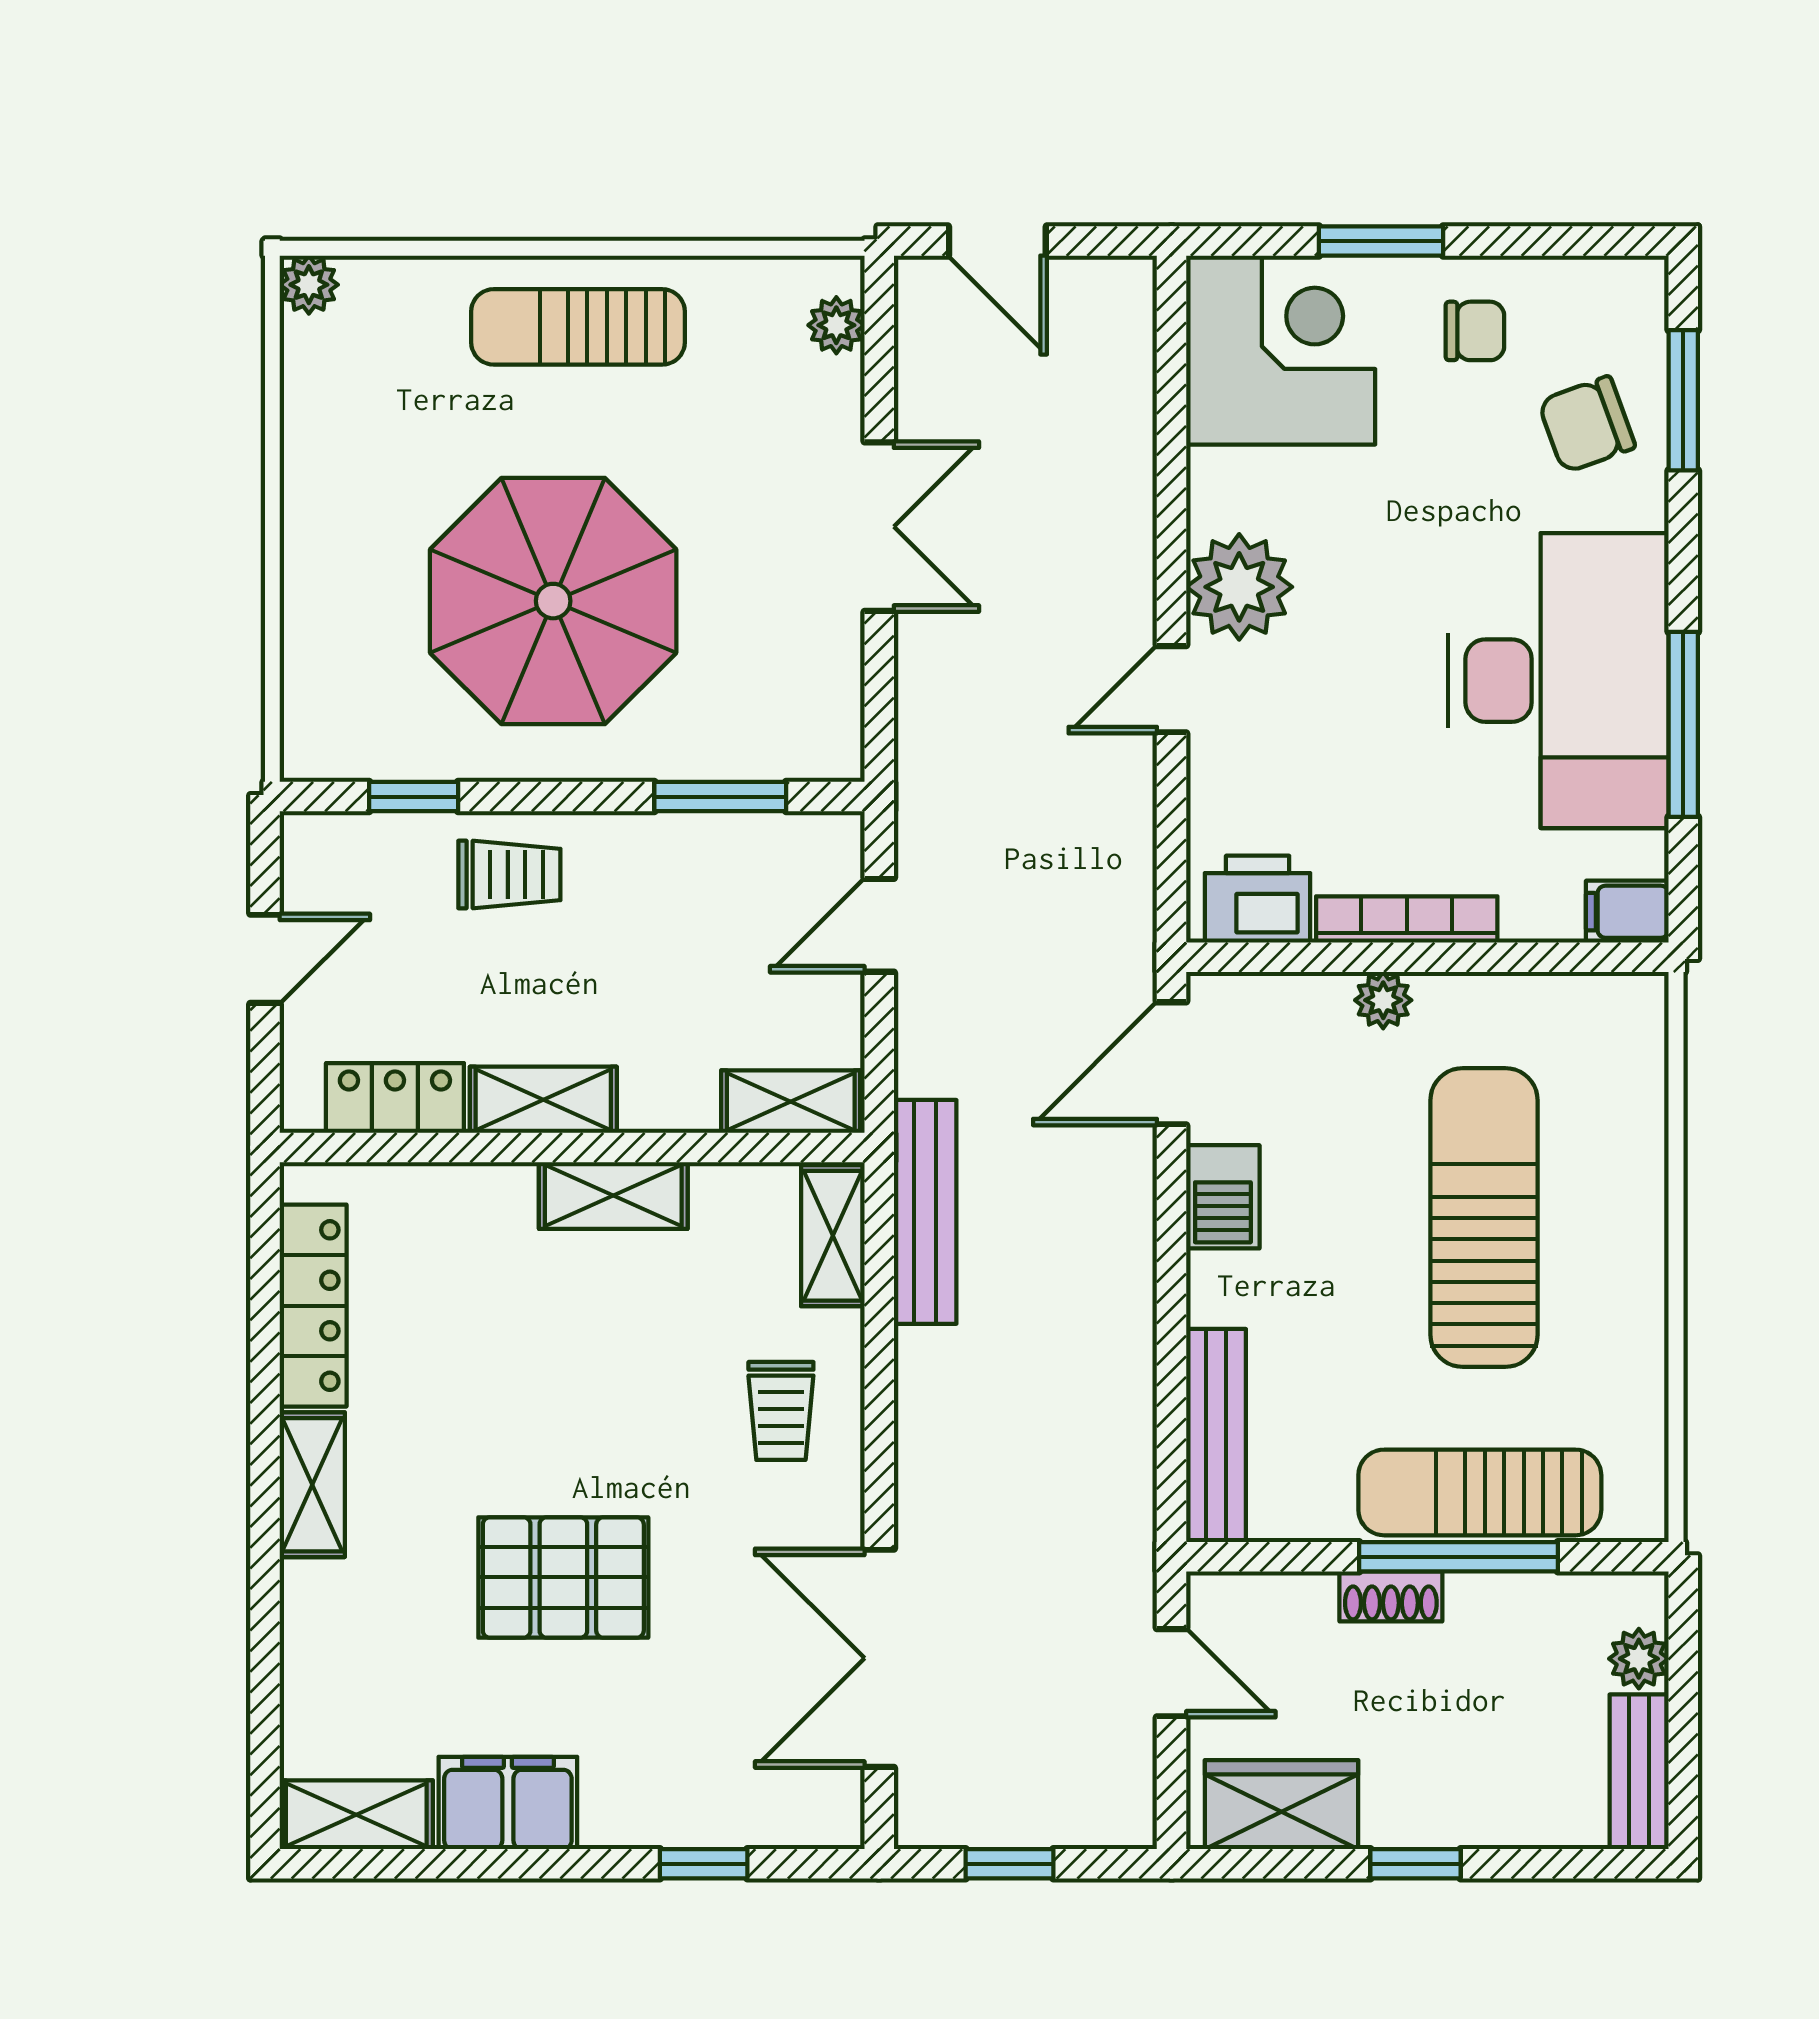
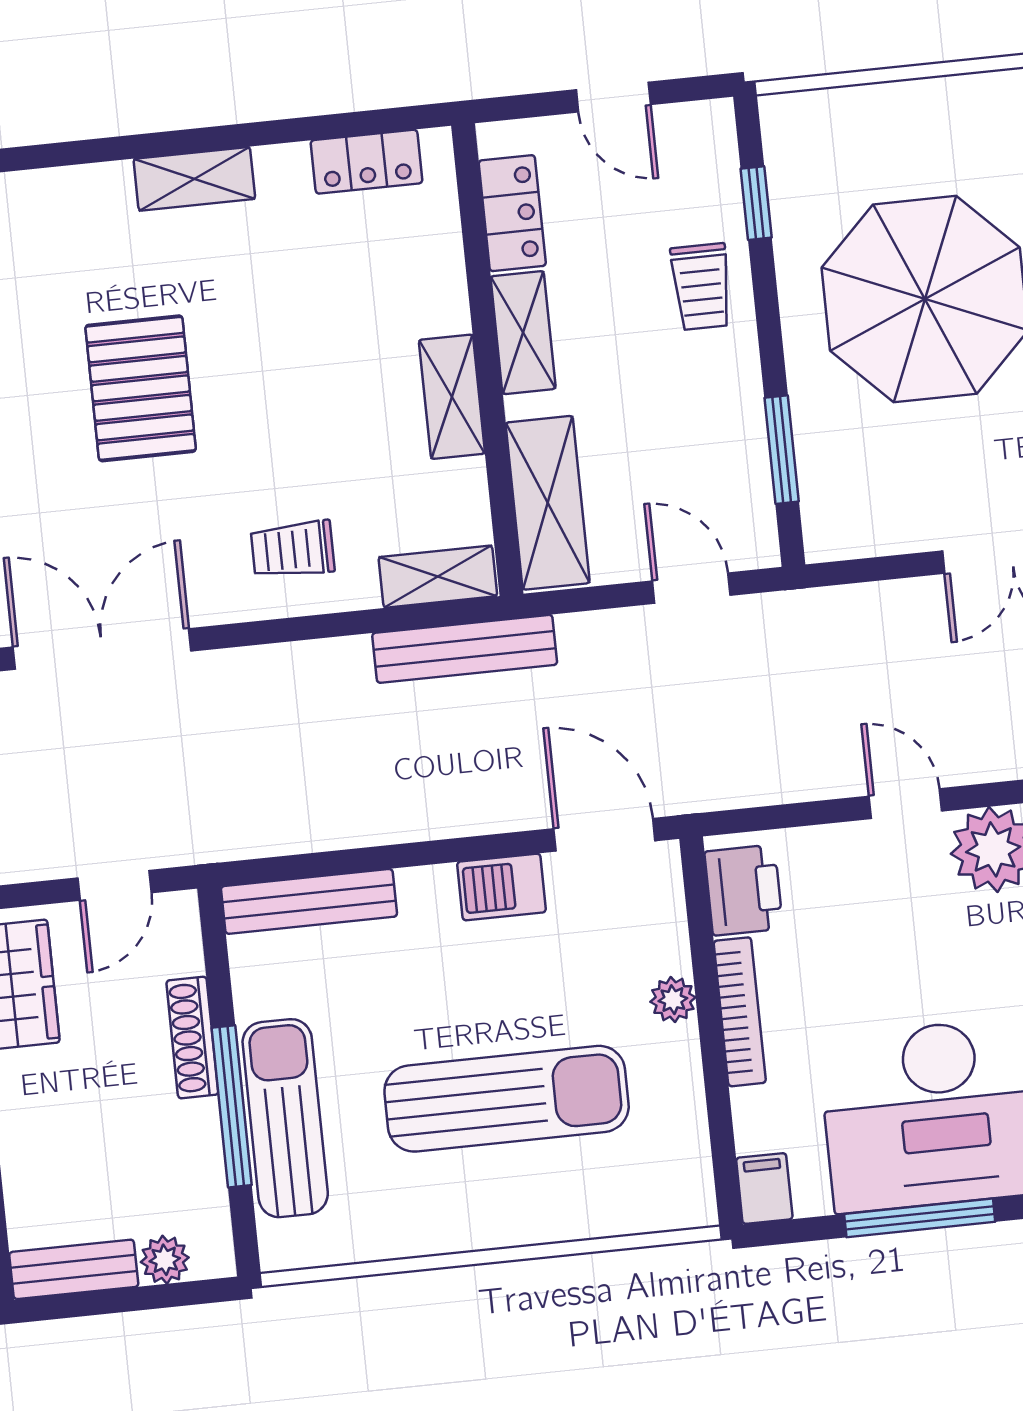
shelving: (791, 1102) -> (548, 503), width x1.50, depth x1.33
locker: (313, 1306) -> (367, 162), width x0.66
shoe rack: (1391, 1596) -> (192, 1038), width x1.43

